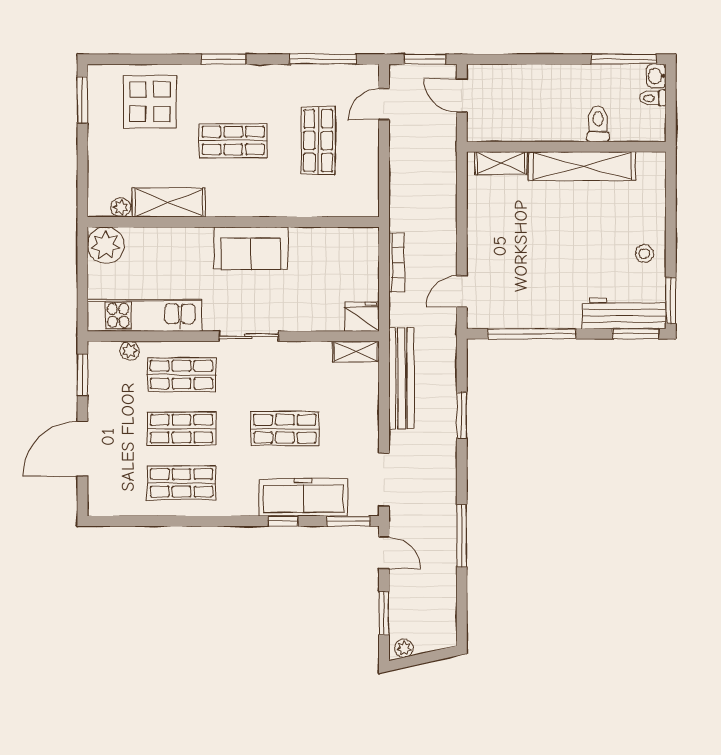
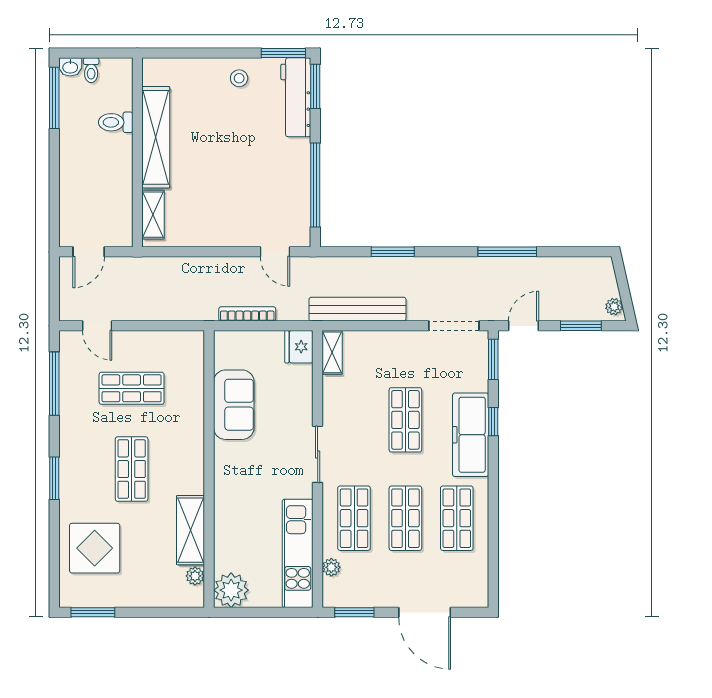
window: (425, 59) -> (54, 287), removed
sofa: (251, 248) -> (234, 405), moved
freezer: (303, 497) -> (471, 435), moved

